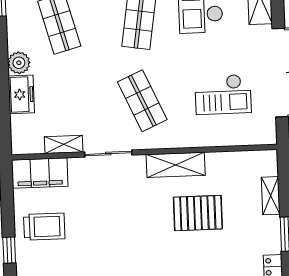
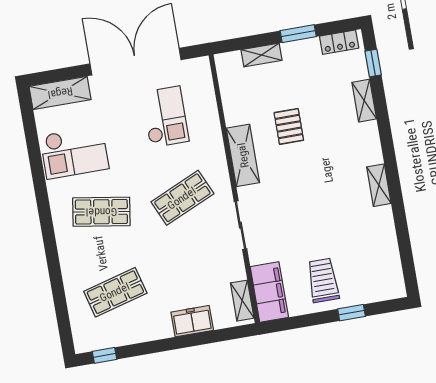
plant: (19, 63) -> (160, 328), removed
shelving: (64, 144) -> (242, 301), moved
pallet: (198, 213) -> (289, 126), width x0.67, depth x0.71

